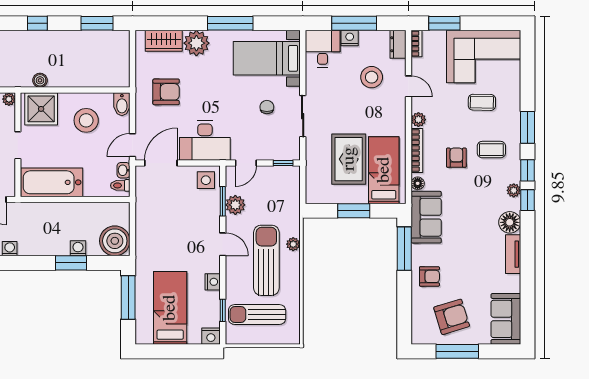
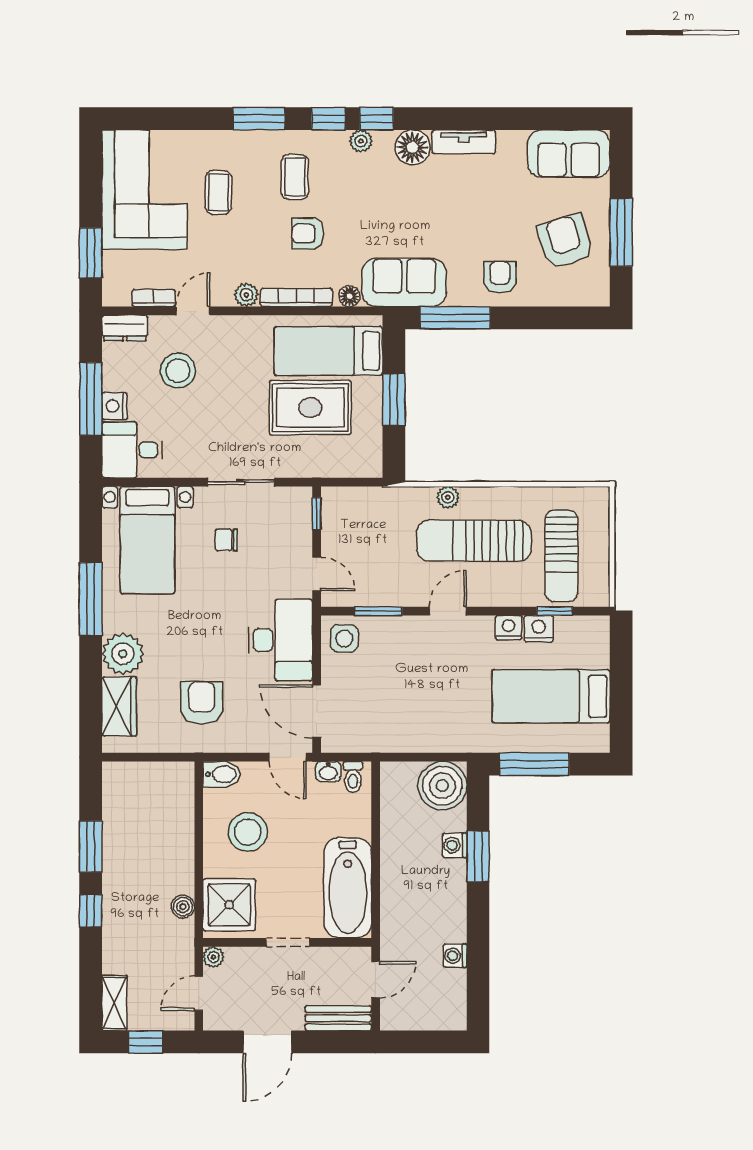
window: (97, 23) -> (91, 847), moved
bookcase: (417, 44) -> (154, 298), moved
plant: (235, 205) -> (384, 591), removed
nightstand: (211, 336) -> (539, 629), moved, turned -90

